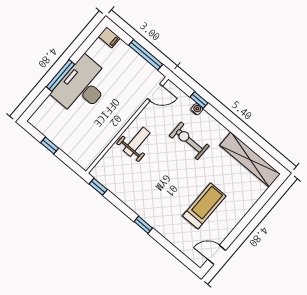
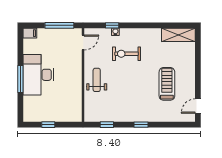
shelving: (250, 160) -> (178, 35), width x0.68
window: (98, 187) -> (107, 125), moved

